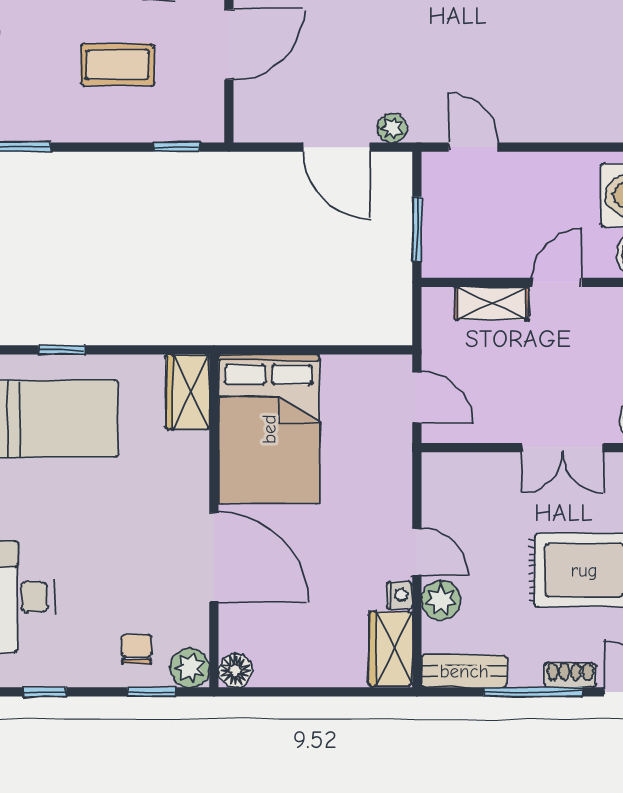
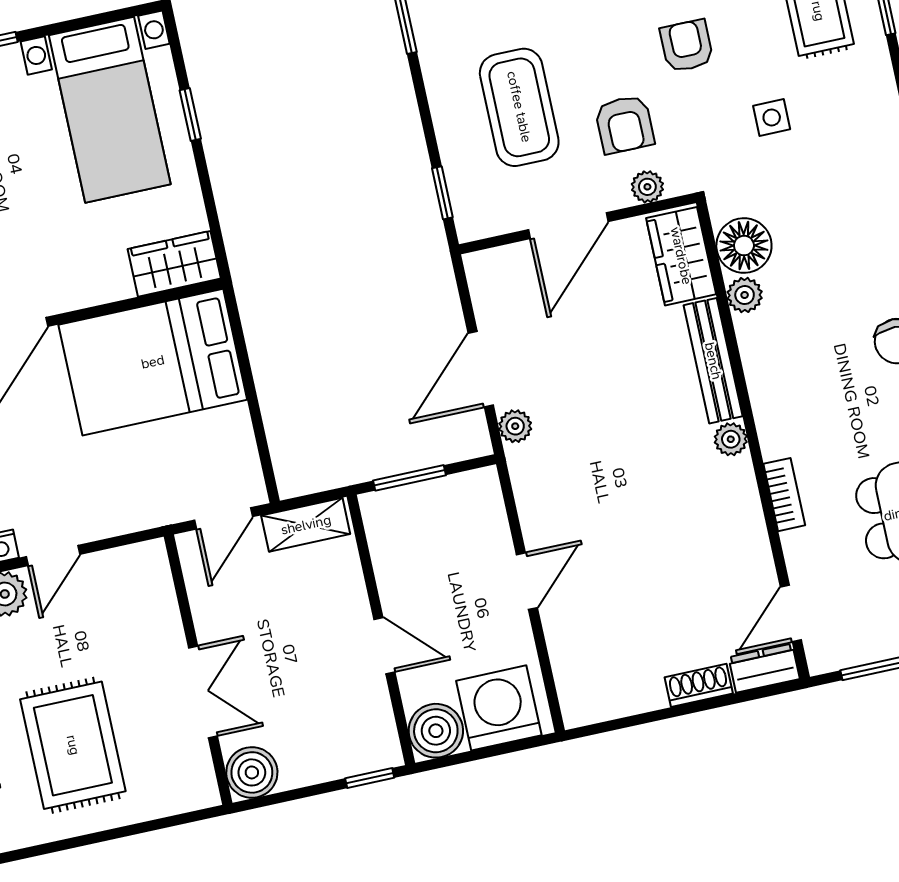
door: (229, 44) -> (568, 226), hinge flipped
coffee table: (118, 65) -> (519, 107), width x1.36, depth x1.32
door: (473, 147) -> (527, 581), moved
shelving: (492, 303) -> (306, 525), moved, turned 90
double door: (563, 448) -> (203, 692), swing flipped

